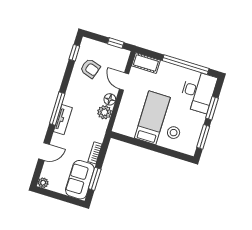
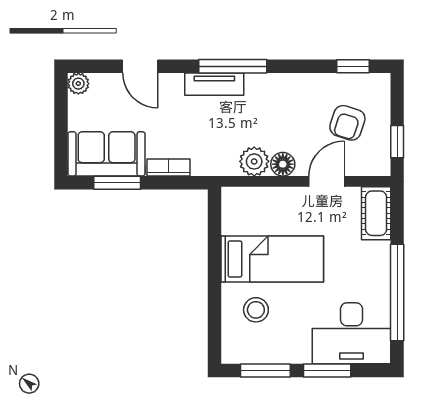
armchair: (90, 68) -> (347, 123), moved

